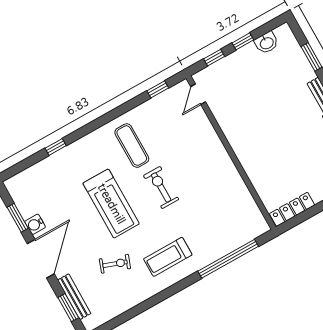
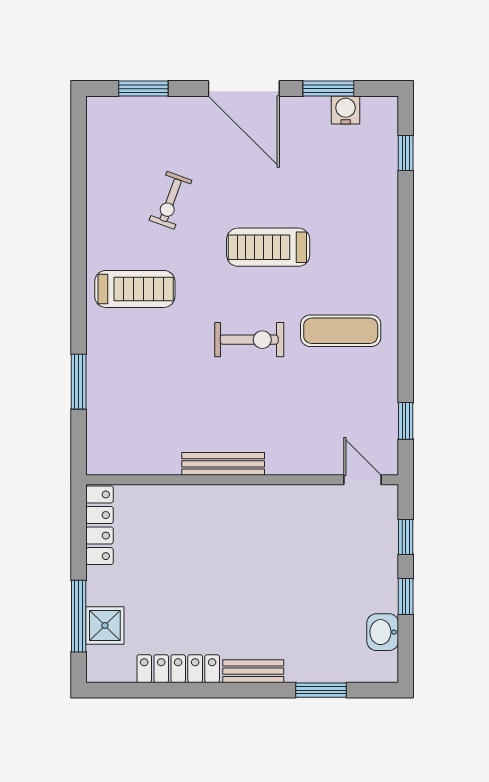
window: (56, 147) -> (406, 153), moved
treadmill: (111, 204) -> (268, 247), width x0.73, depth x0.73
water cooler: (35, 224) -> (346, 110), moved
treadmill: (168, 257) -> (135, 289), turned 90
window: (228, 259) -> (79, 382), width x0.47
bench: (74, 297) -> (223, 464), moved

